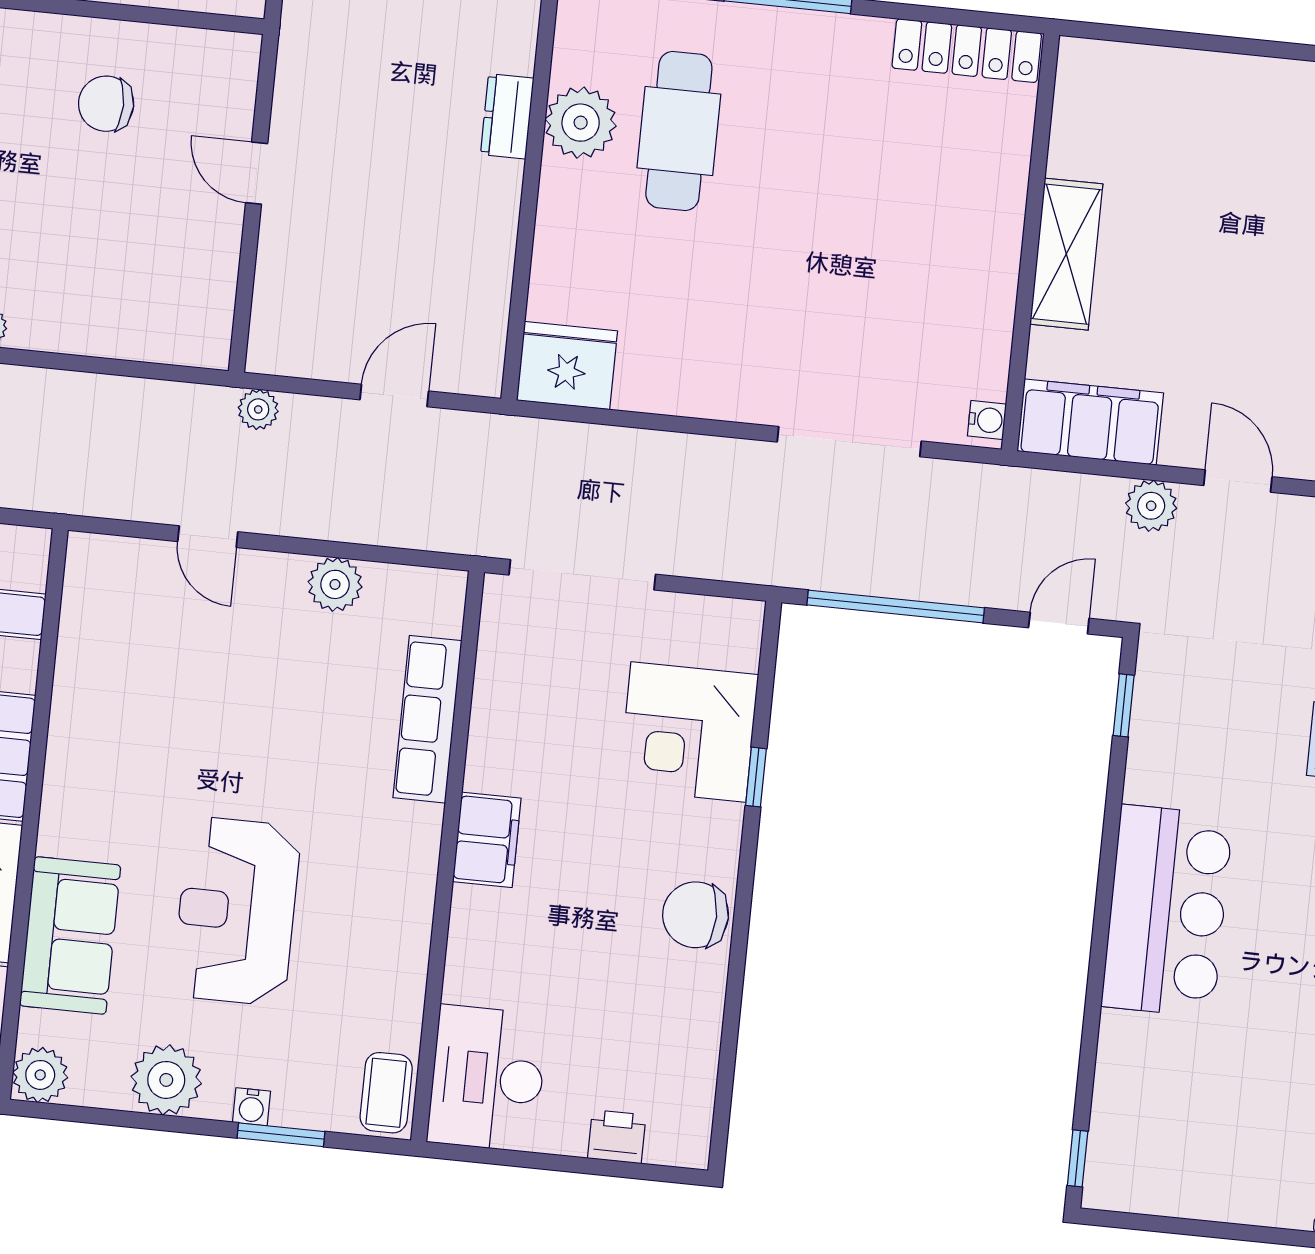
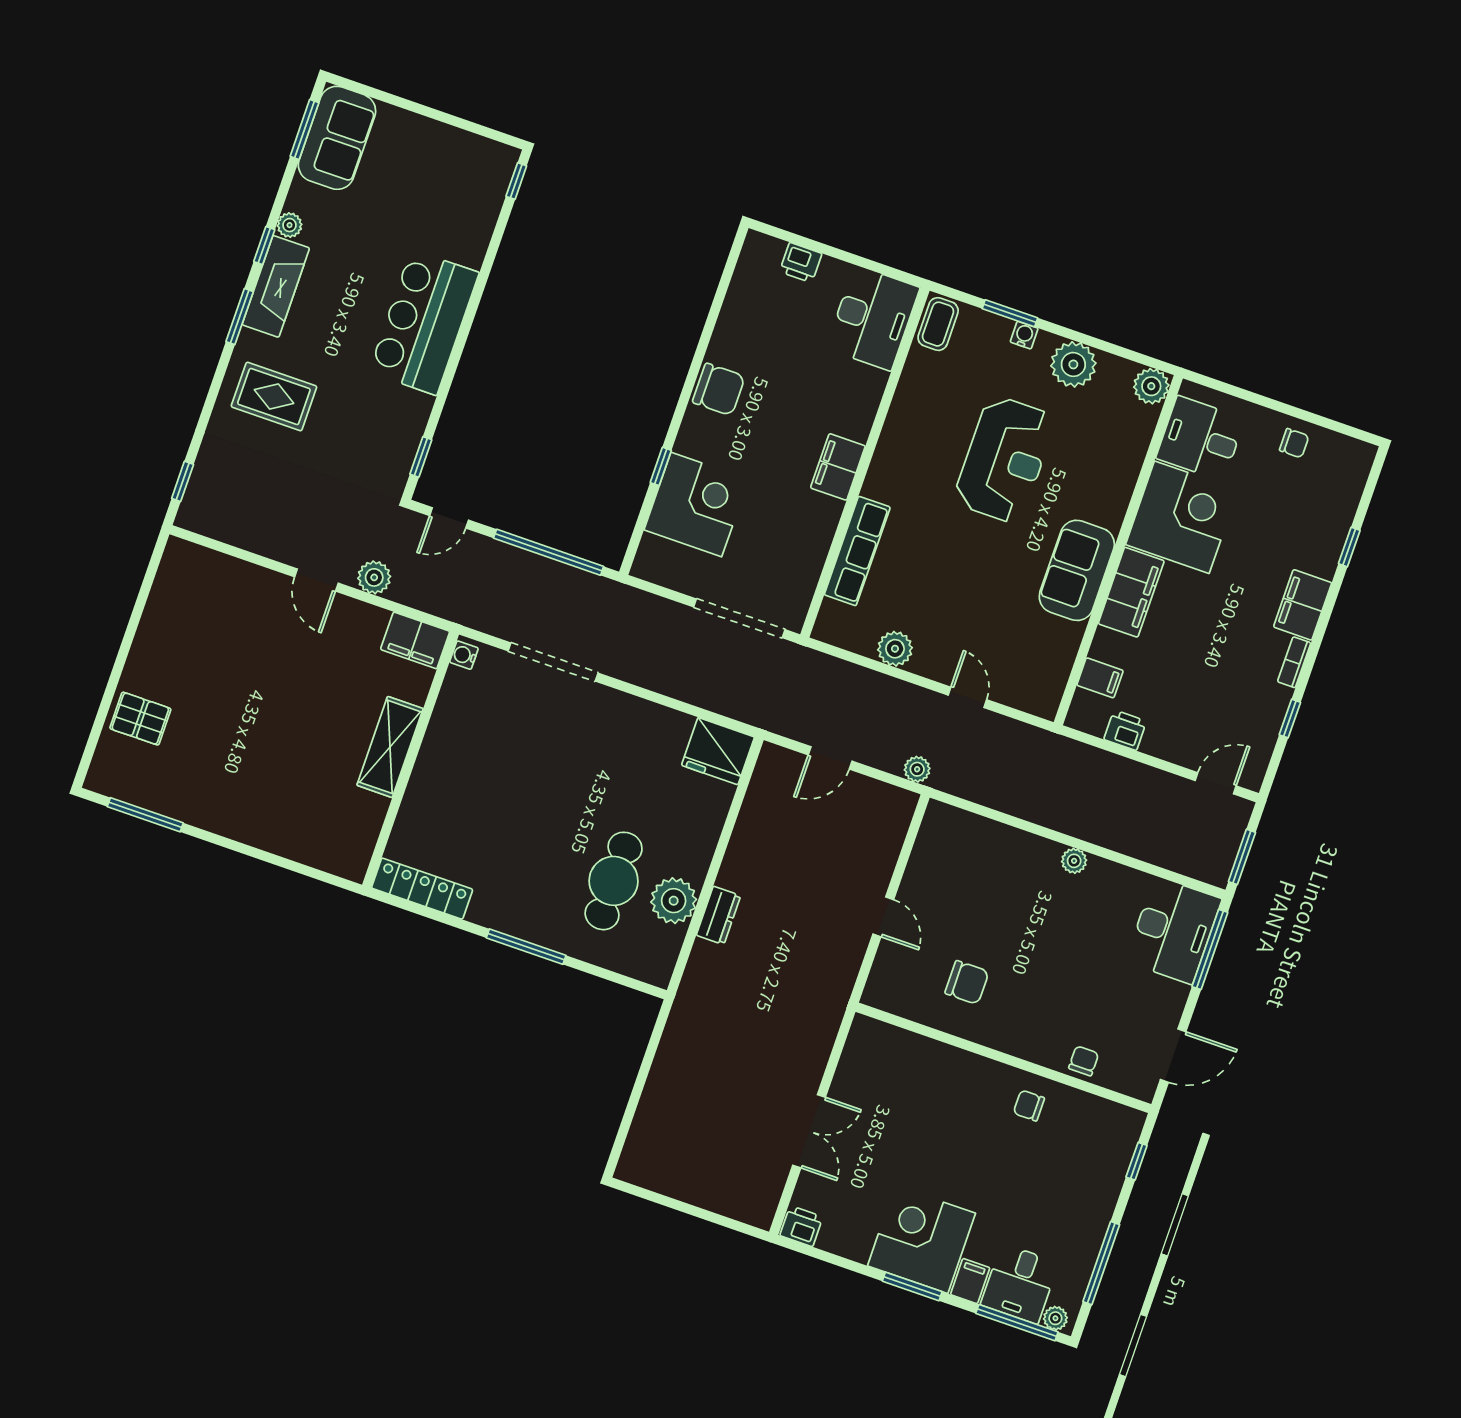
filing cabinet: (1090, 422) -> (415, 640), width x0.67, depth x0.86
sofa: (70, 935) -> (1077, 570), moved

